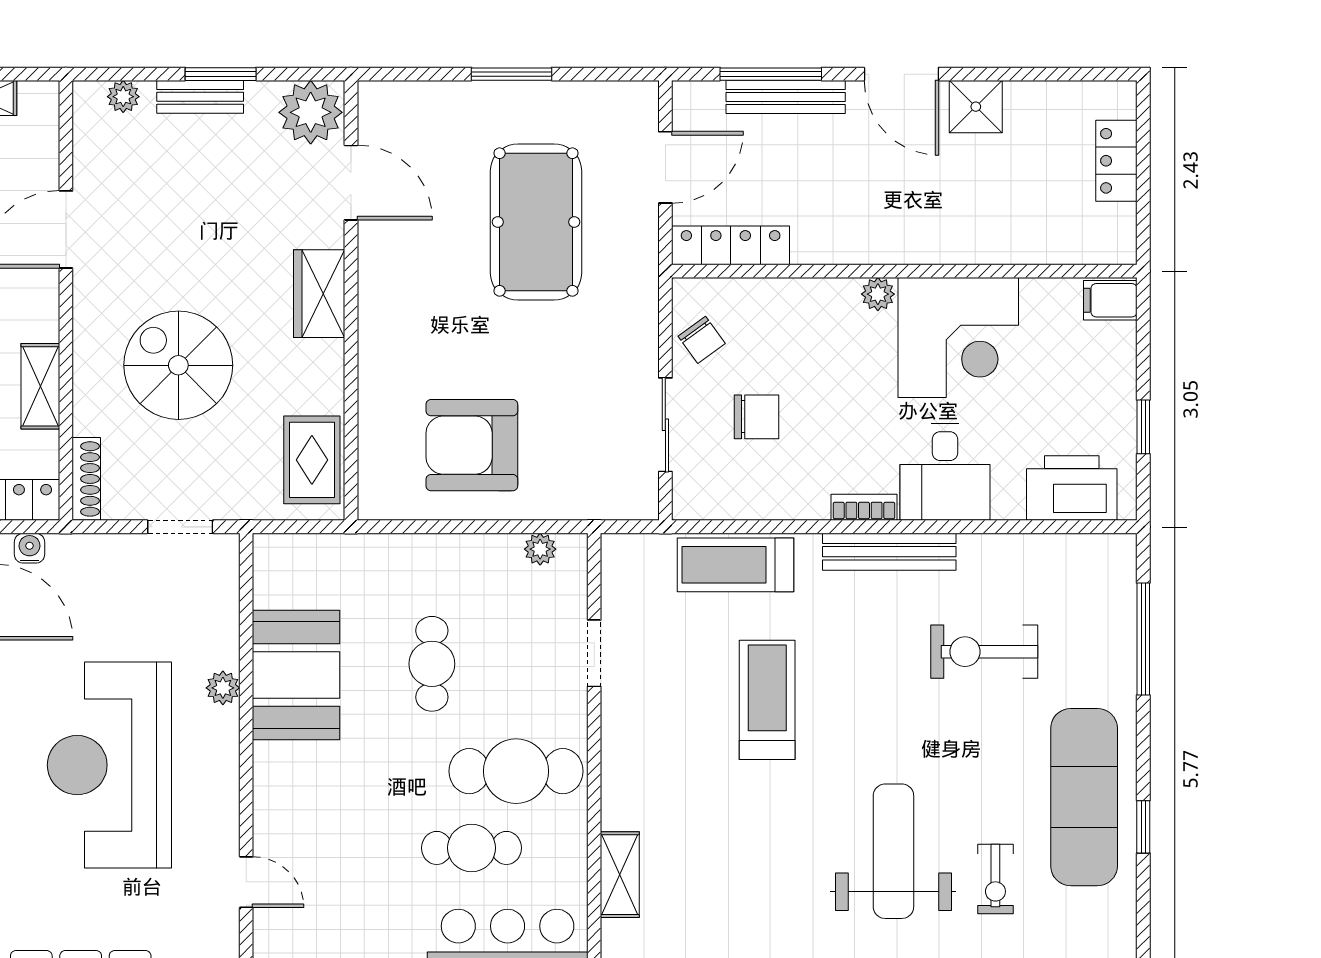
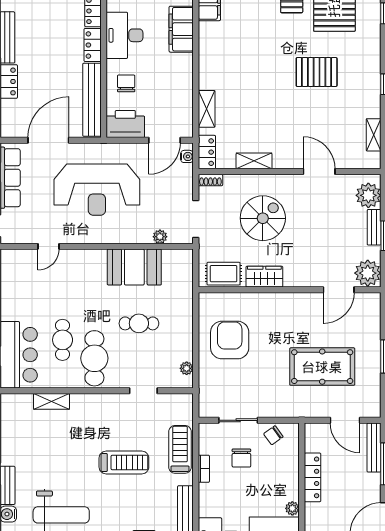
plant: (123, 97) -> (368, 195), width x1.88, depth x1.88
bench: (786, 97) -> (374, 448), moved
locker: (731, 245) -> (313, 477), moved
wardrobe: (319, 294) -> (264, 277), moved
shoe rack: (86, 479) -> (210, 180), width x0.70
bookcase: (864, 507) -> (204, 469), moved
doorway: (180, 527) -> (196, 219), width x1.38
plant: (223, 688) -> (160, 237), moved
reception desk: (109, 765) -> (97, 190), turned 180

